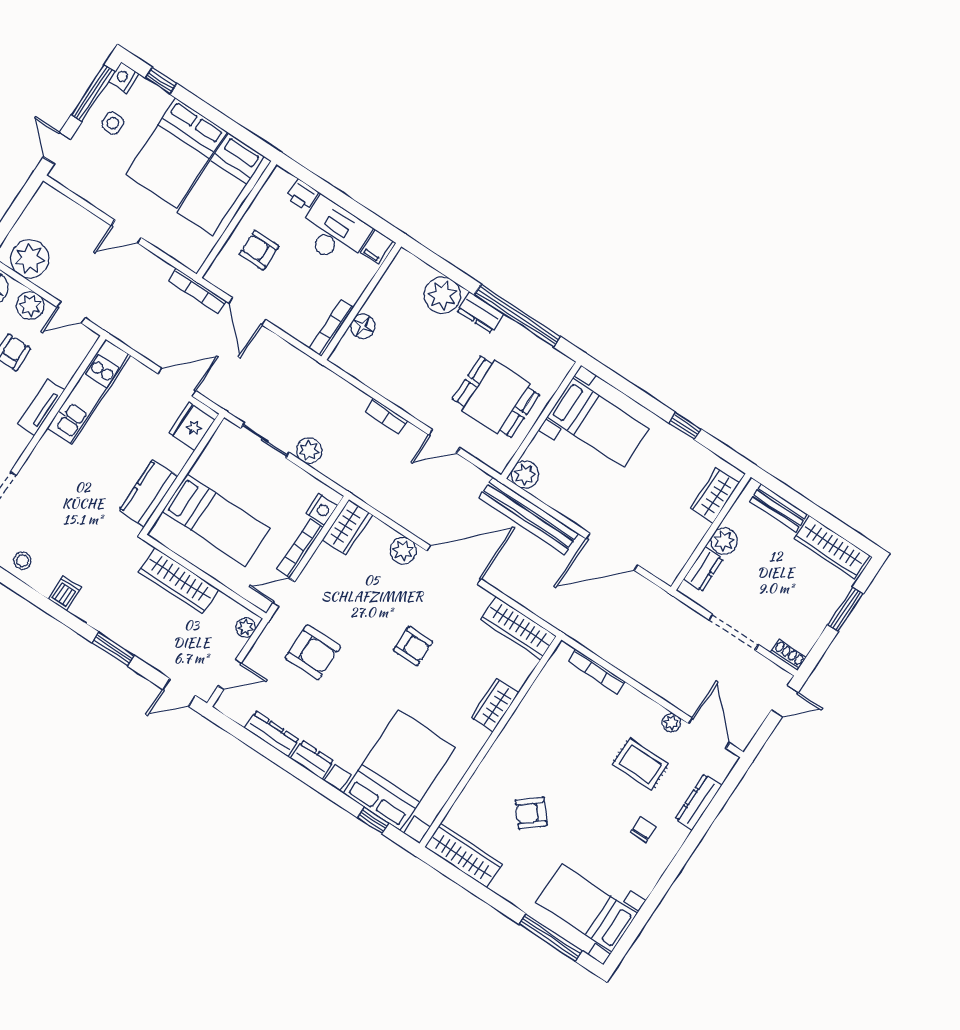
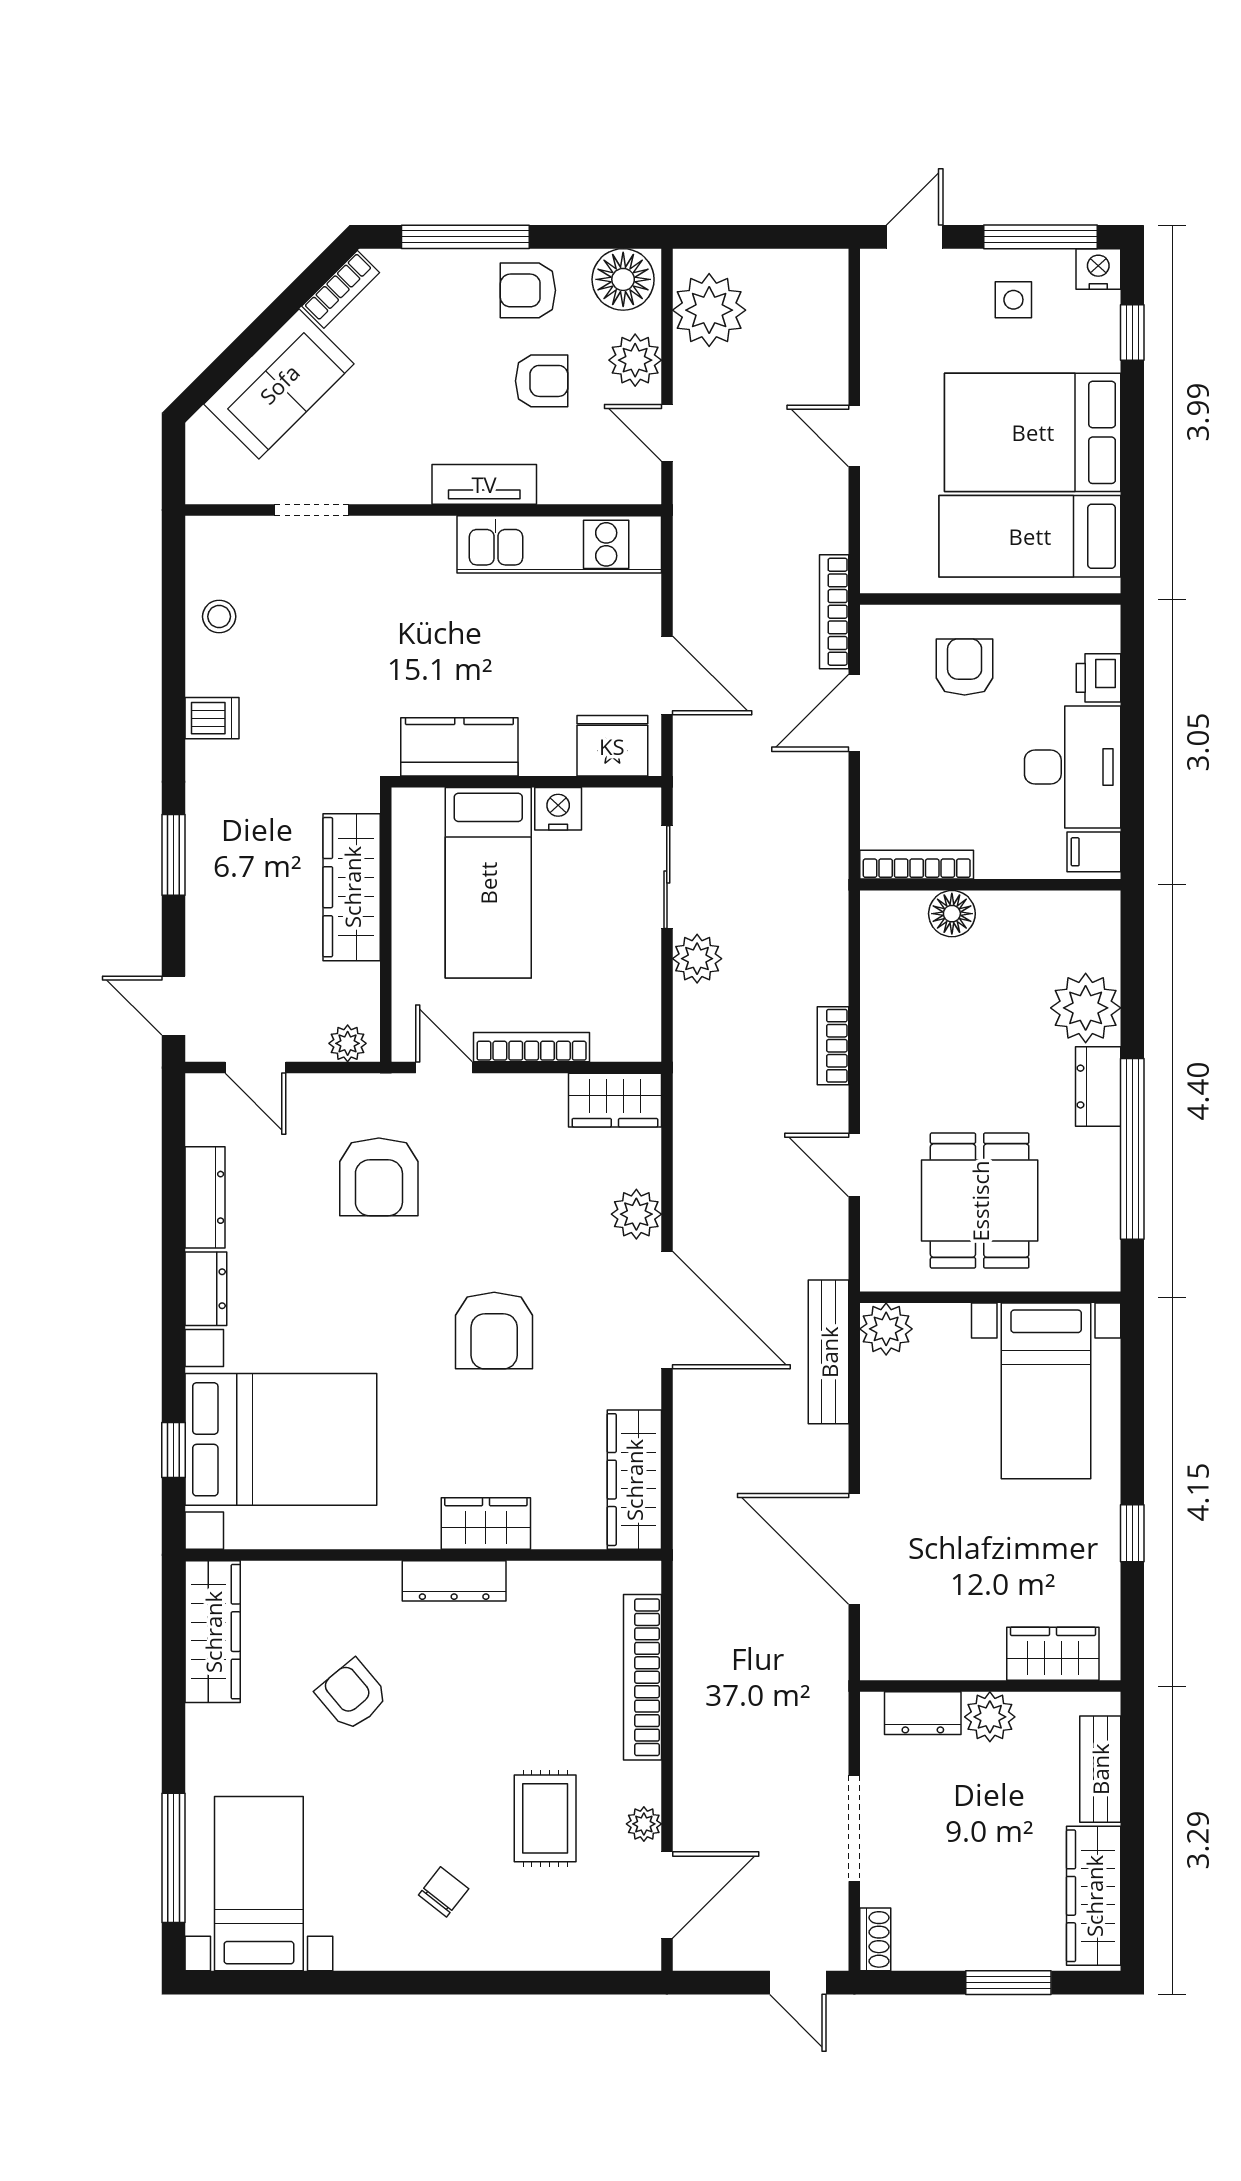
nightstand: (322, 509) -> (558, 809), moved, turned 180
bench: (529, 516) -> (829, 1352), width x0.73, depth x0.82
armchair: (413, 646) -> (494, 1331), width x1.38, depth x1.38
bookcase: (596, 671) -> (643, 1677), width x1.48, depth x1.31
dresser: (698, 802) -> (454, 1581), moved, turned 180
chair: (643, 830) -> (444, 1892), turned -52

